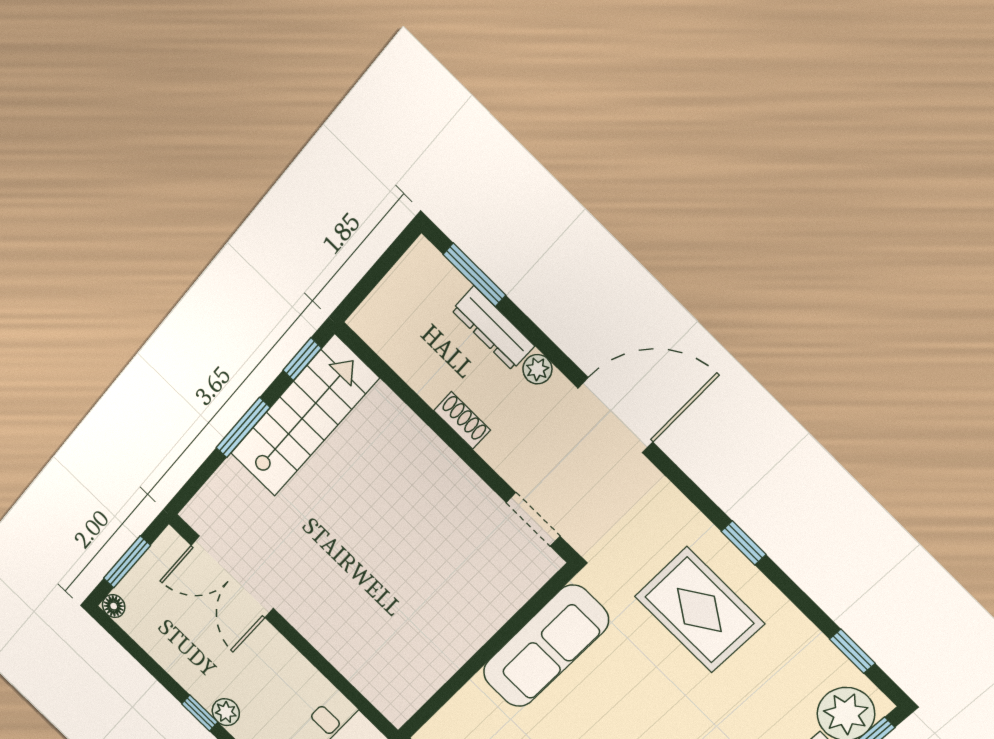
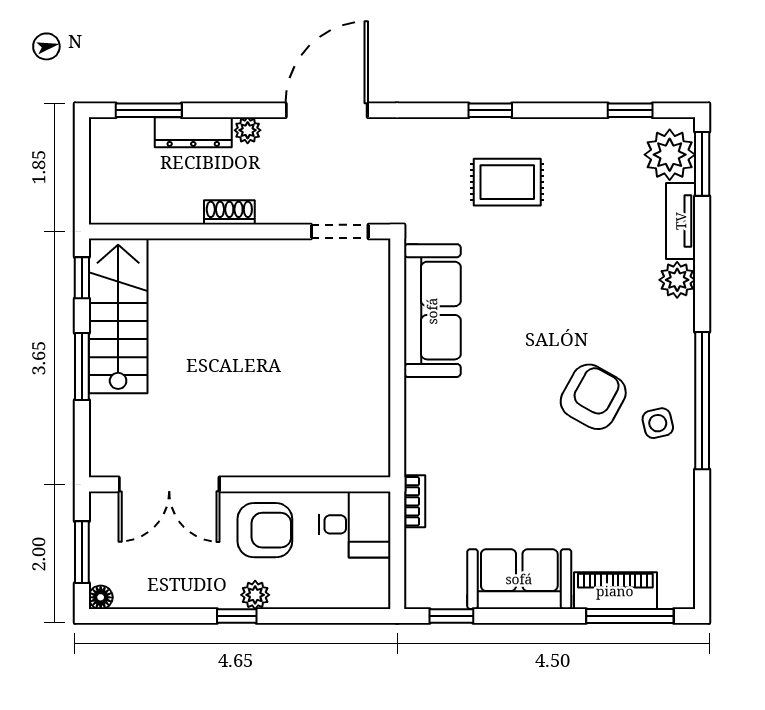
rug: (699, 610) -> (507, 182), width x0.73, depth x0.70
armchair: (273, 676) -> (265, 530), added

